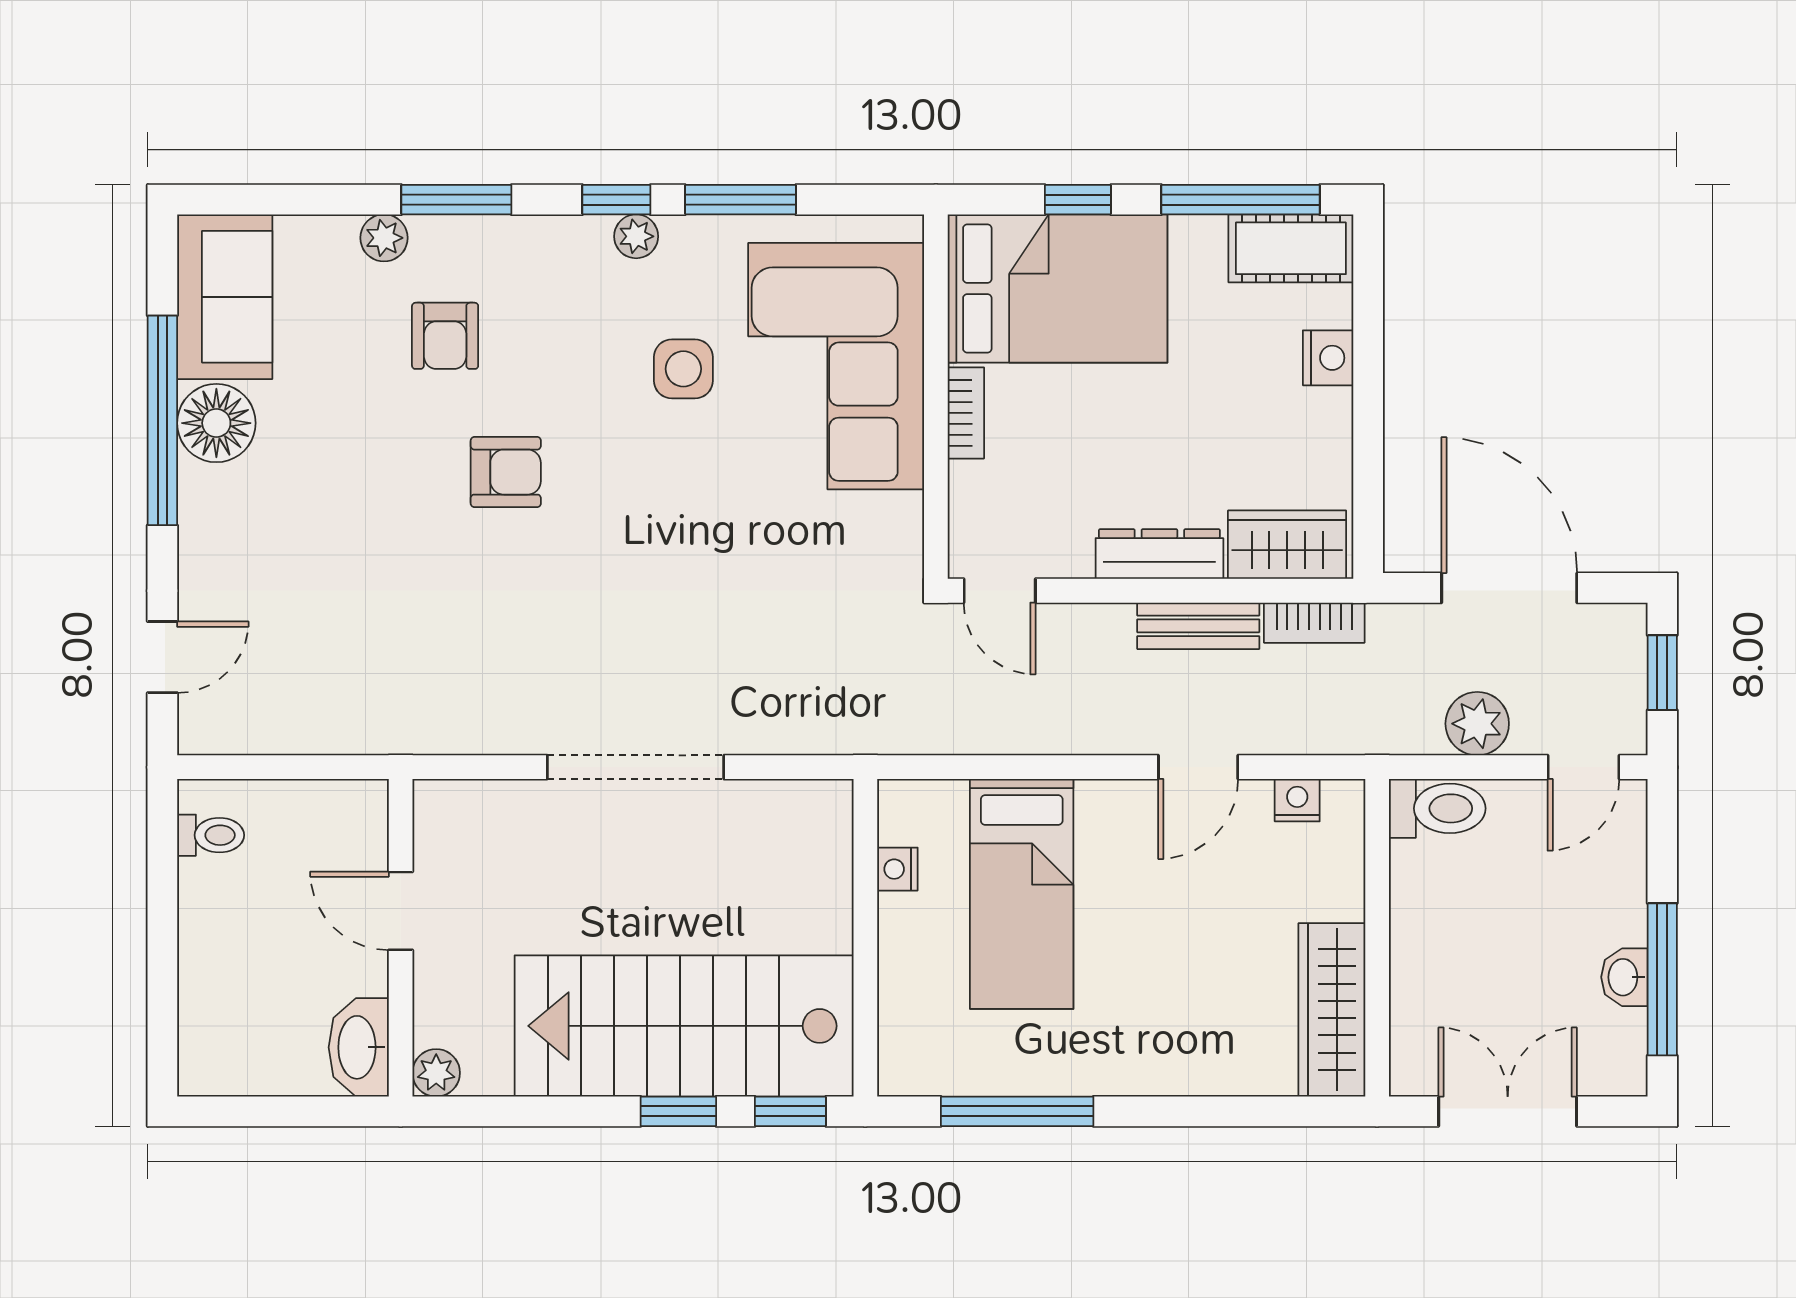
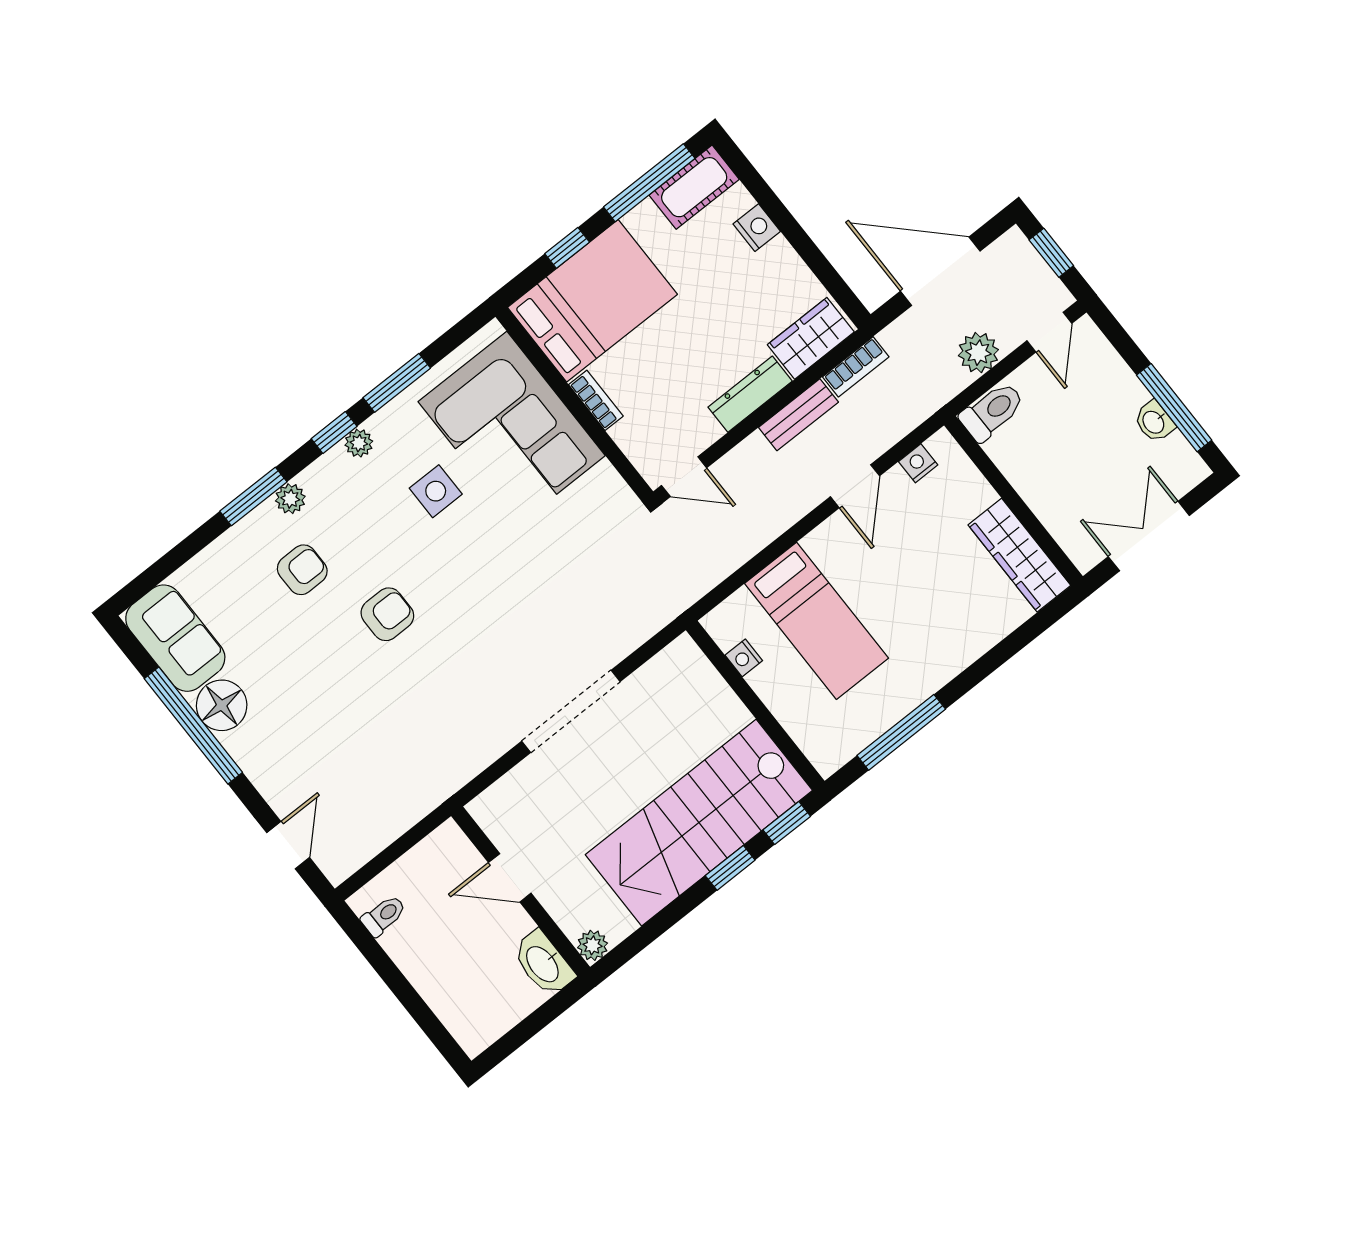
plant: (384, 238) -> (290, 499), moved
armchair: (445, 336) -> (302, 570), turned -90

